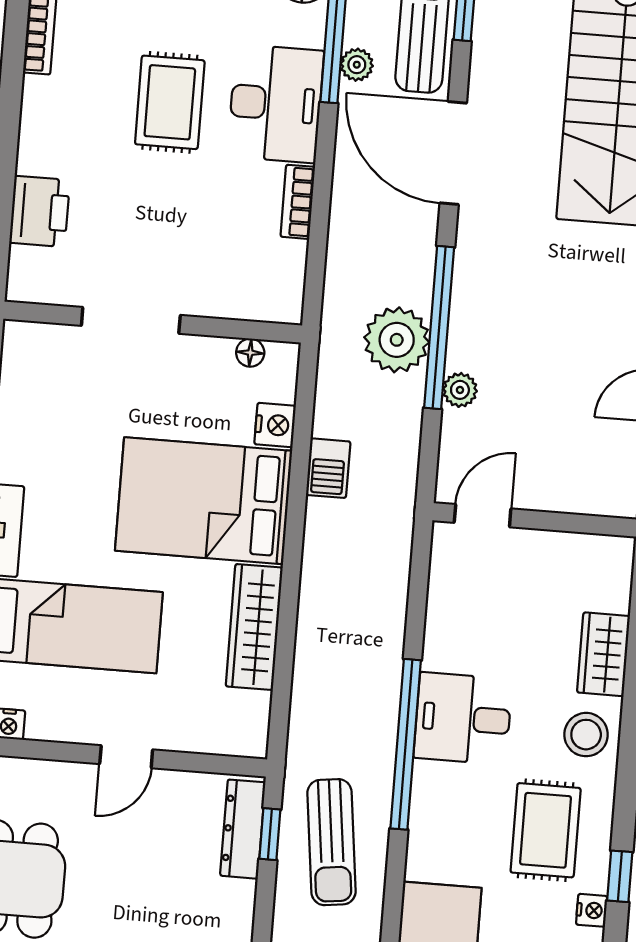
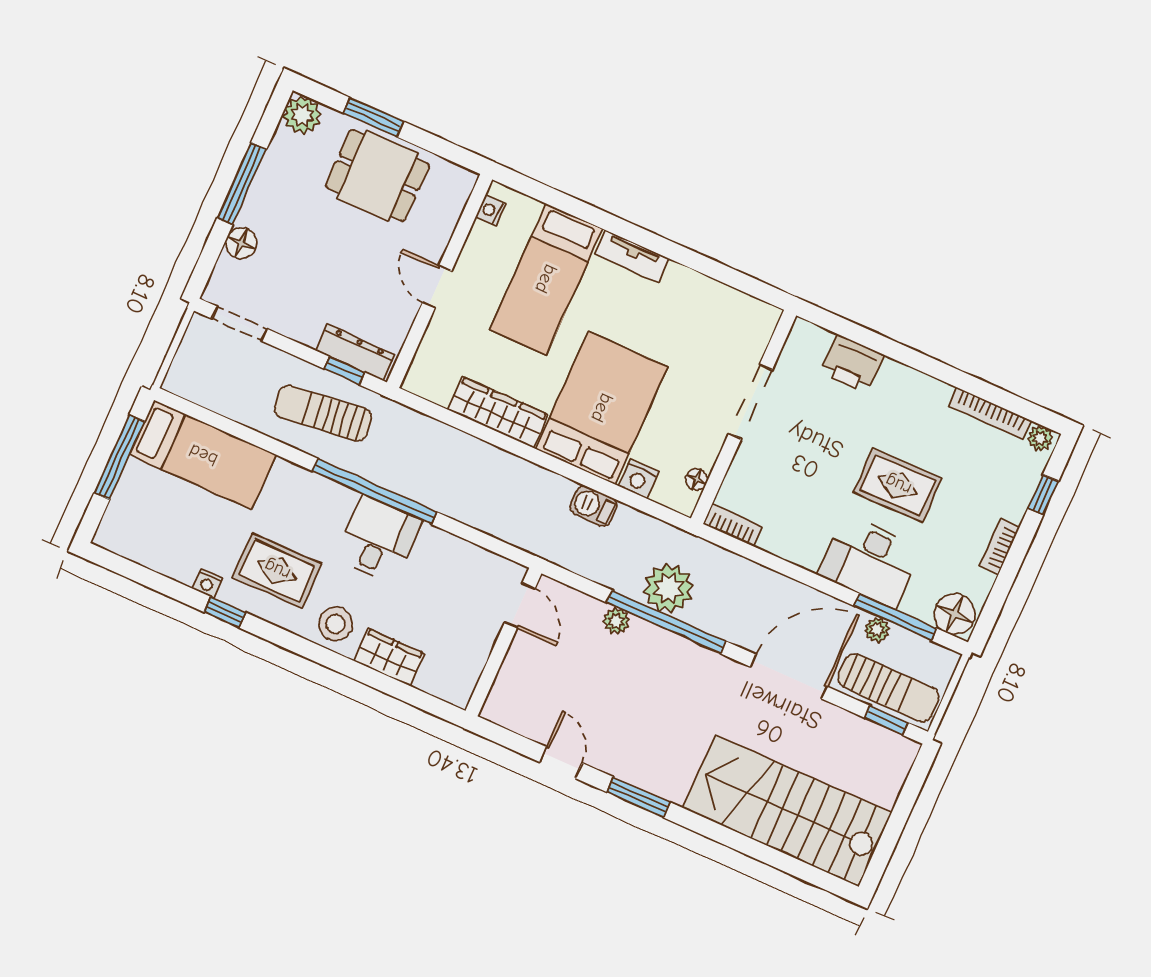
bookcase: (298, 202) -> (733, 525), moved

